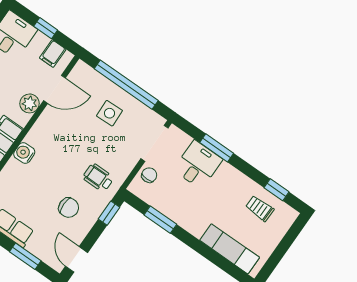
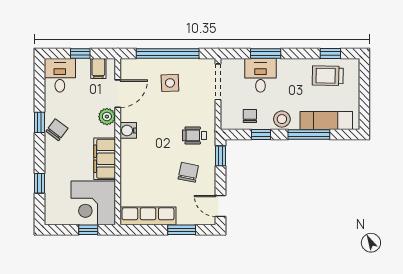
water cooler: (24, 153) -> (128, 130), moved
chair: (149, 175) -> (250, 116), moved
chair: (69, 208) -> (188, 172), turned -79
trolley: (260, 208) -> (328, 76), width x1.36, depth x1.39
stool: (189, 219) -> (282, 119), added
window: (160, 220) -> (261, 134), width x0.67
window: (204, 251) -> (309, 134), added

